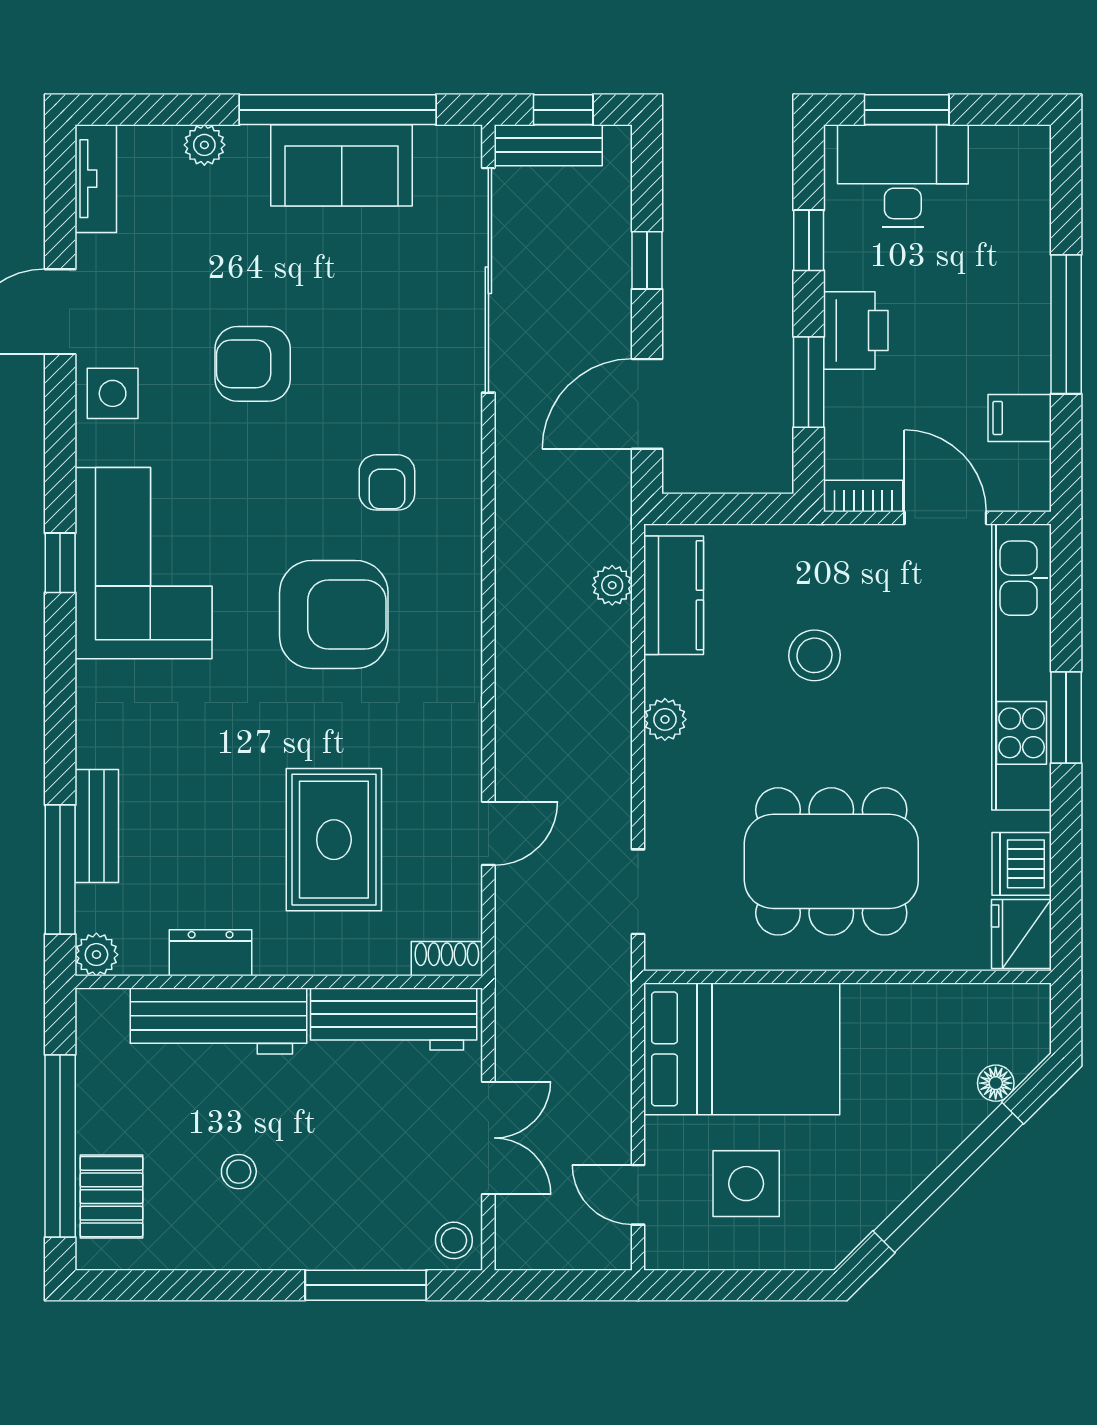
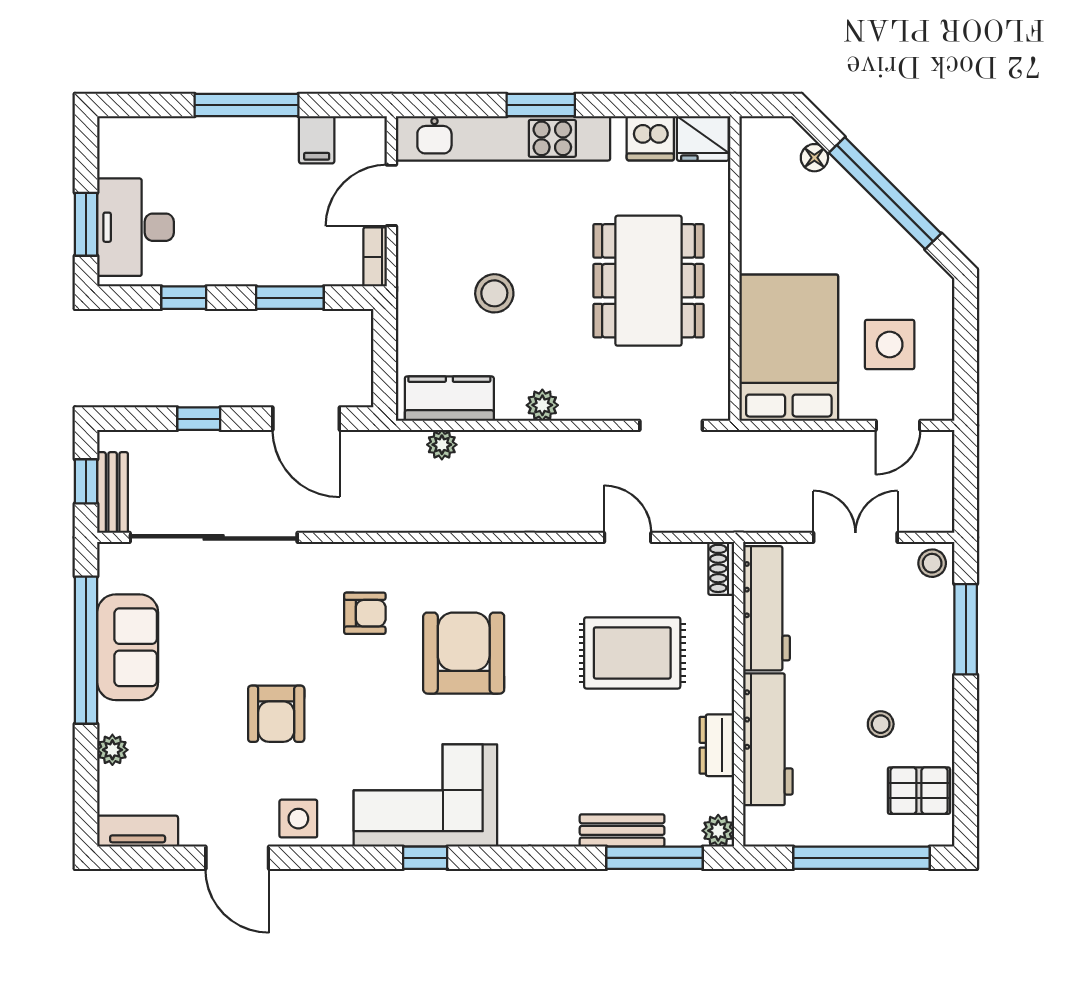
printer: (856, 330) -> (251, 262), removed
pallet: (111, 1197) -> (919, 791), moved

